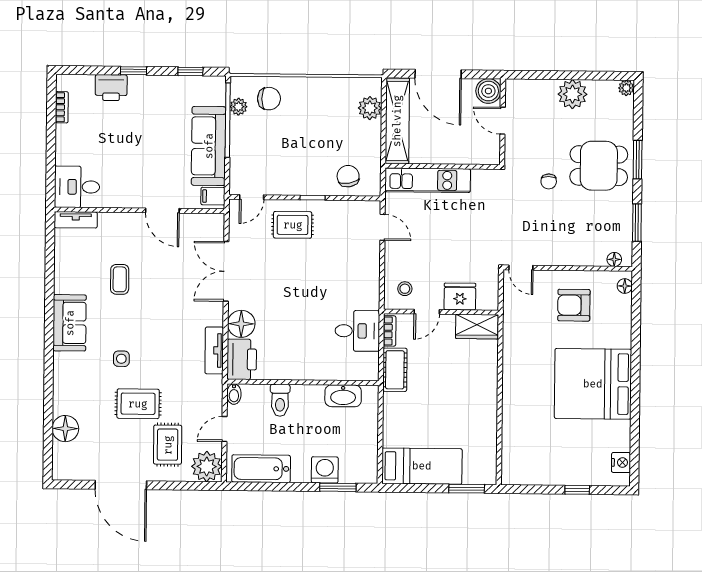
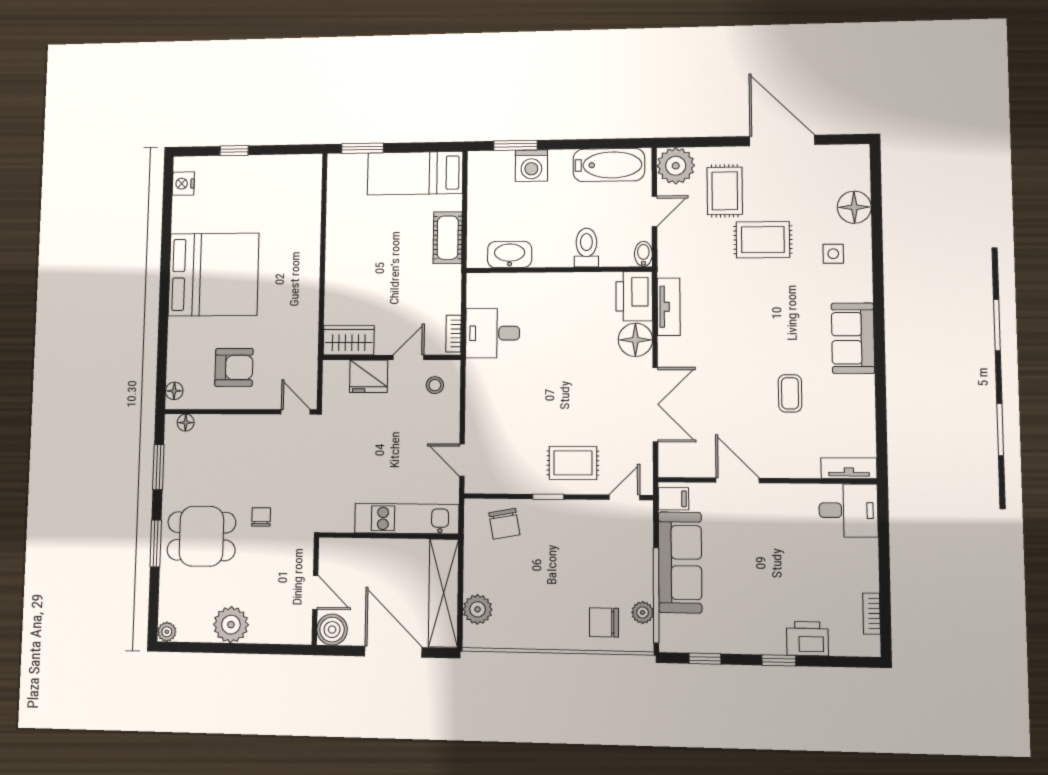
side table: (121, 359) -> (833, 254), moved
cot: (395, 370) -> (448, 238), moved

